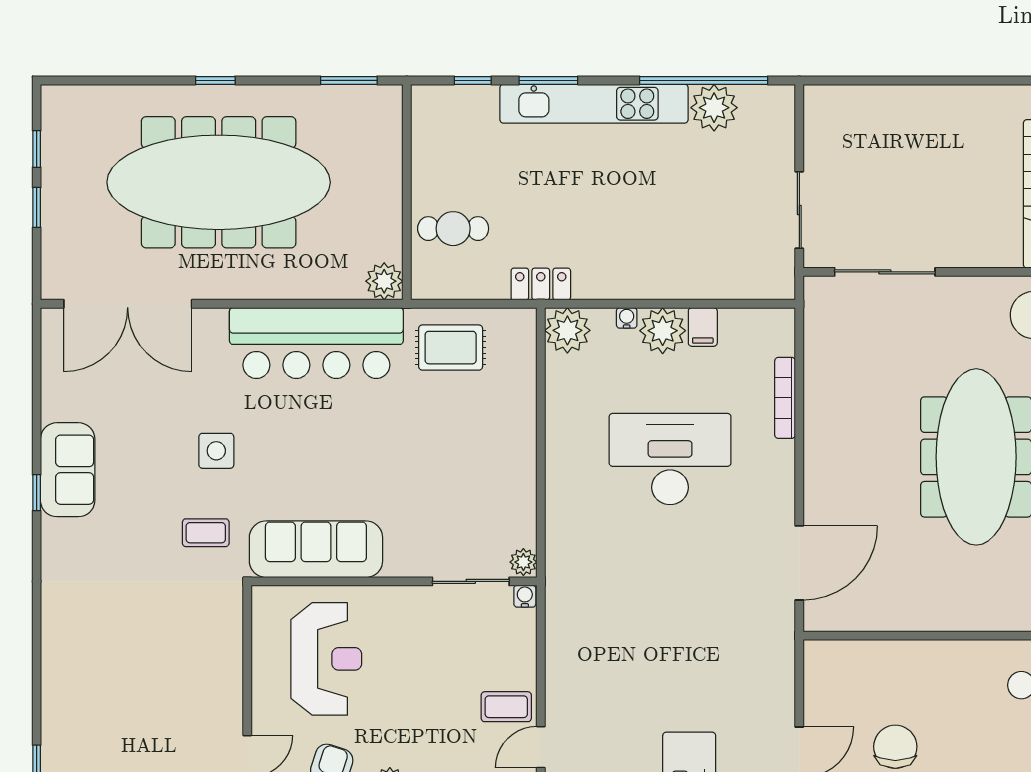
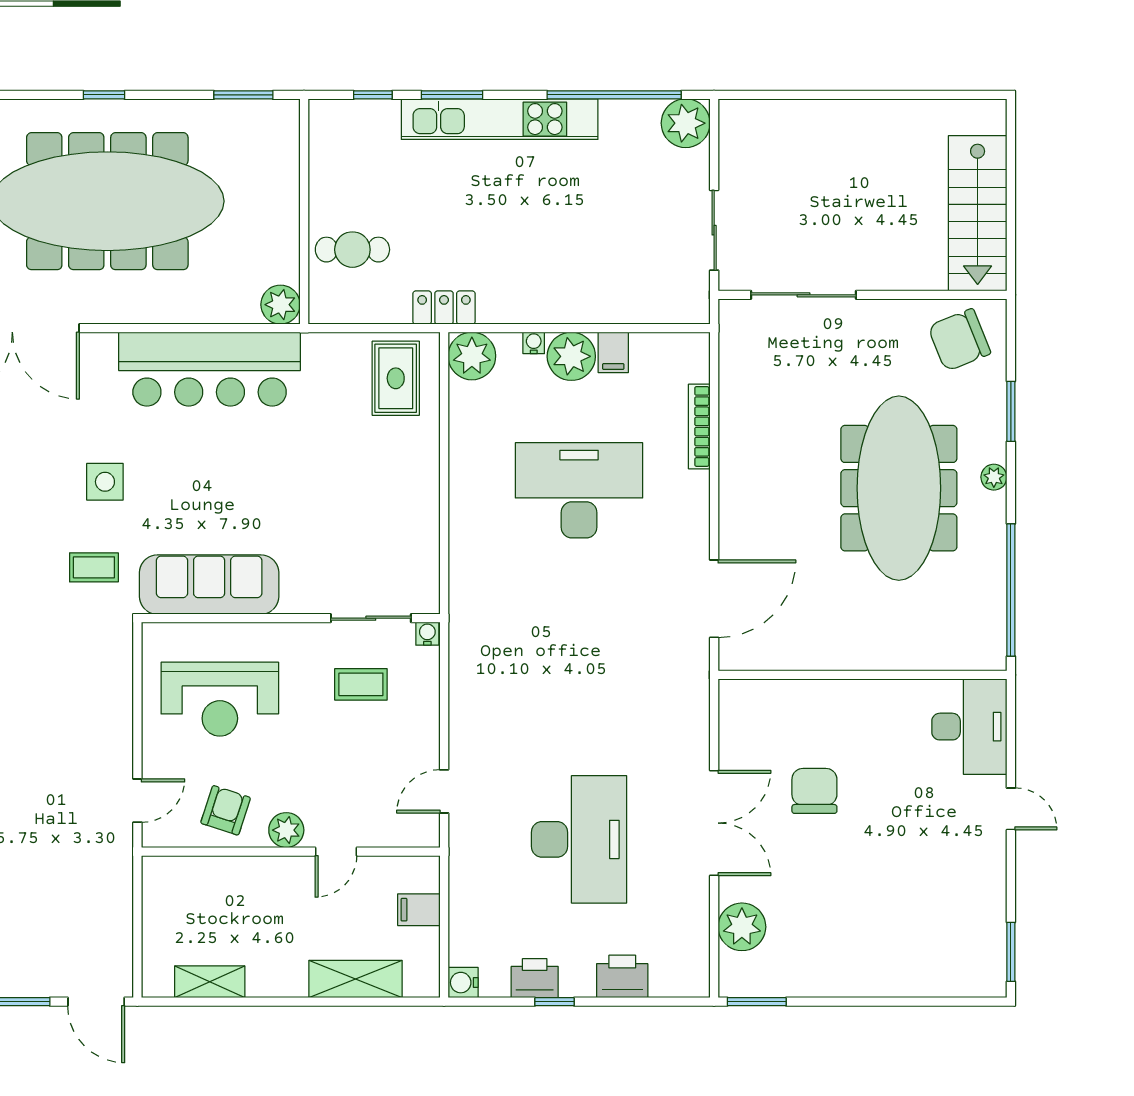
plant: (714, 108) -> (686, 123), moved
rug: (451, 348) -> (396, 378), moved, turned 90
plant: (523, 562) -> (426, 598), removed
reception desk: (326, 659) -> (220, 699), turned 90
coffee table: (506, 707) -> (361, 684), moved

